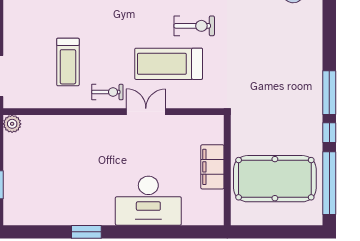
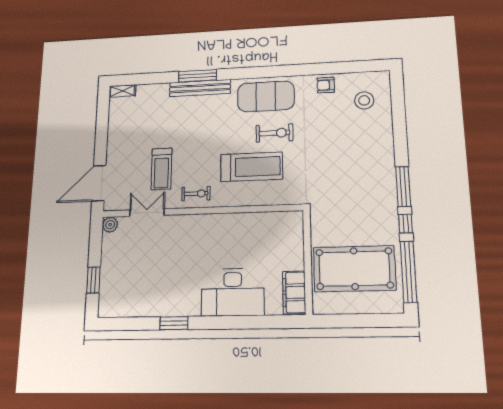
treadmill: (169, 64) -> (252, 167), turned 180
double door: (146, 112) -> (147, 213), moved
filing cabinet: (212, 167) -> (294, 292), moved

